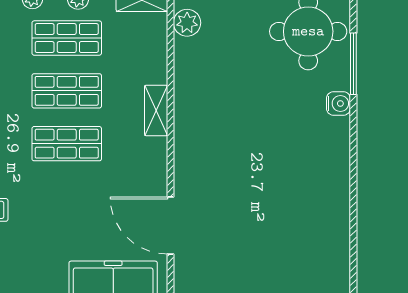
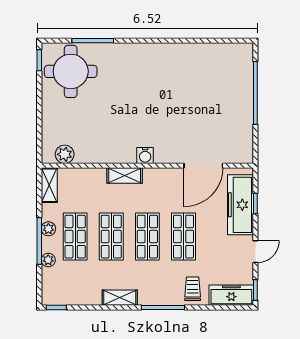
water cooler: (338, 103) -> (145, 155), moved, turned 180
shop shelf: (67, 196) -> (183, 237), added

